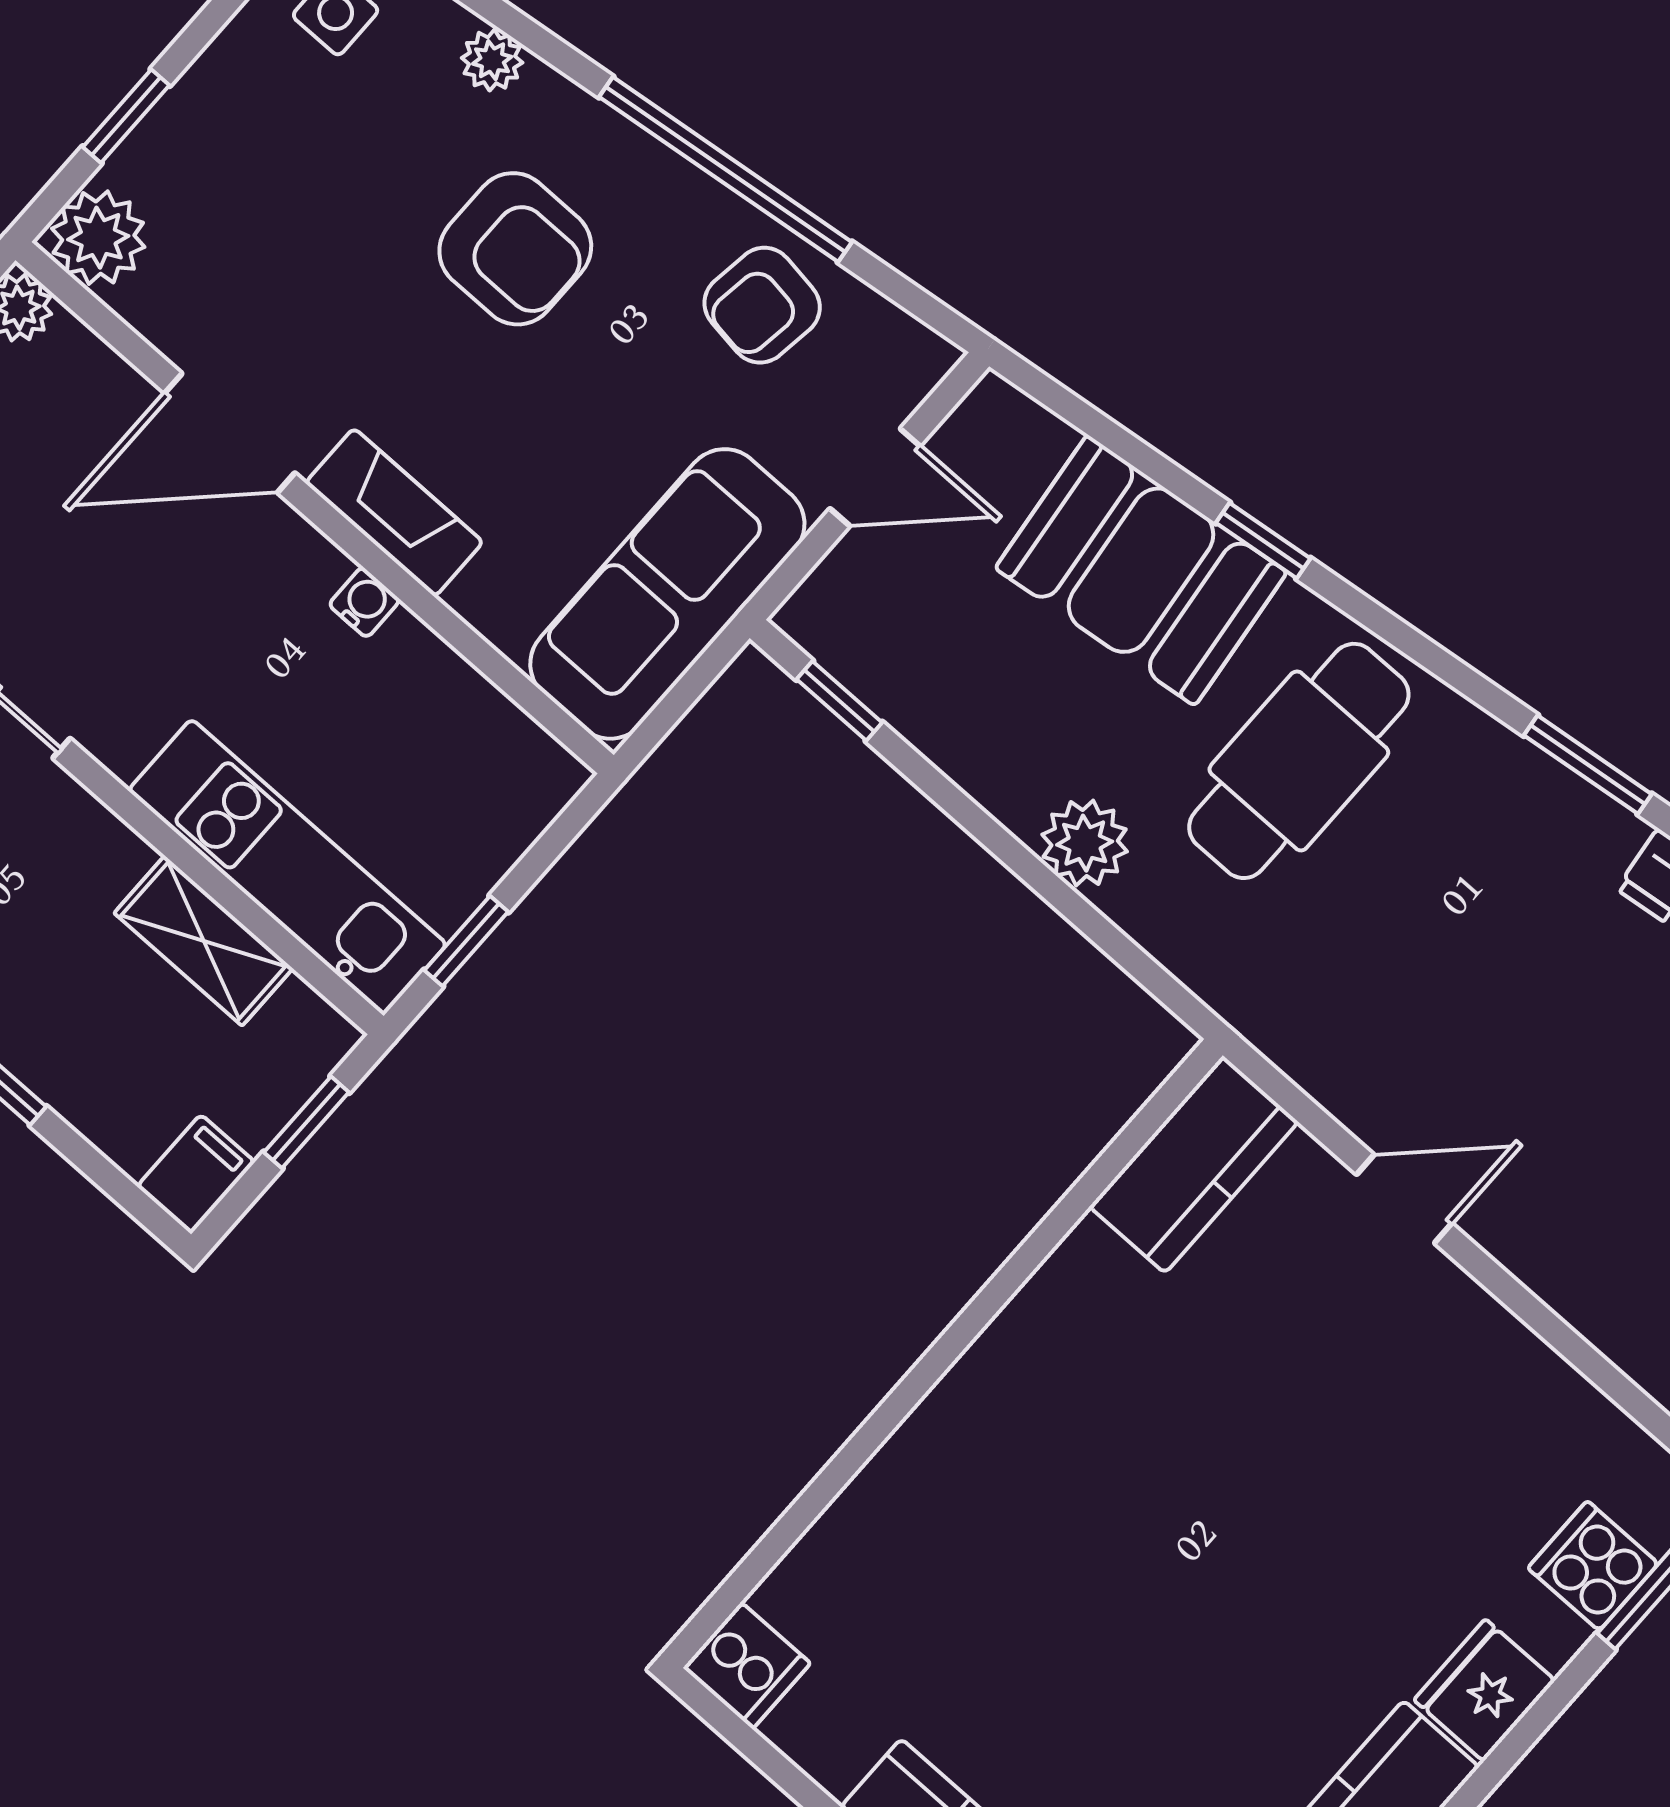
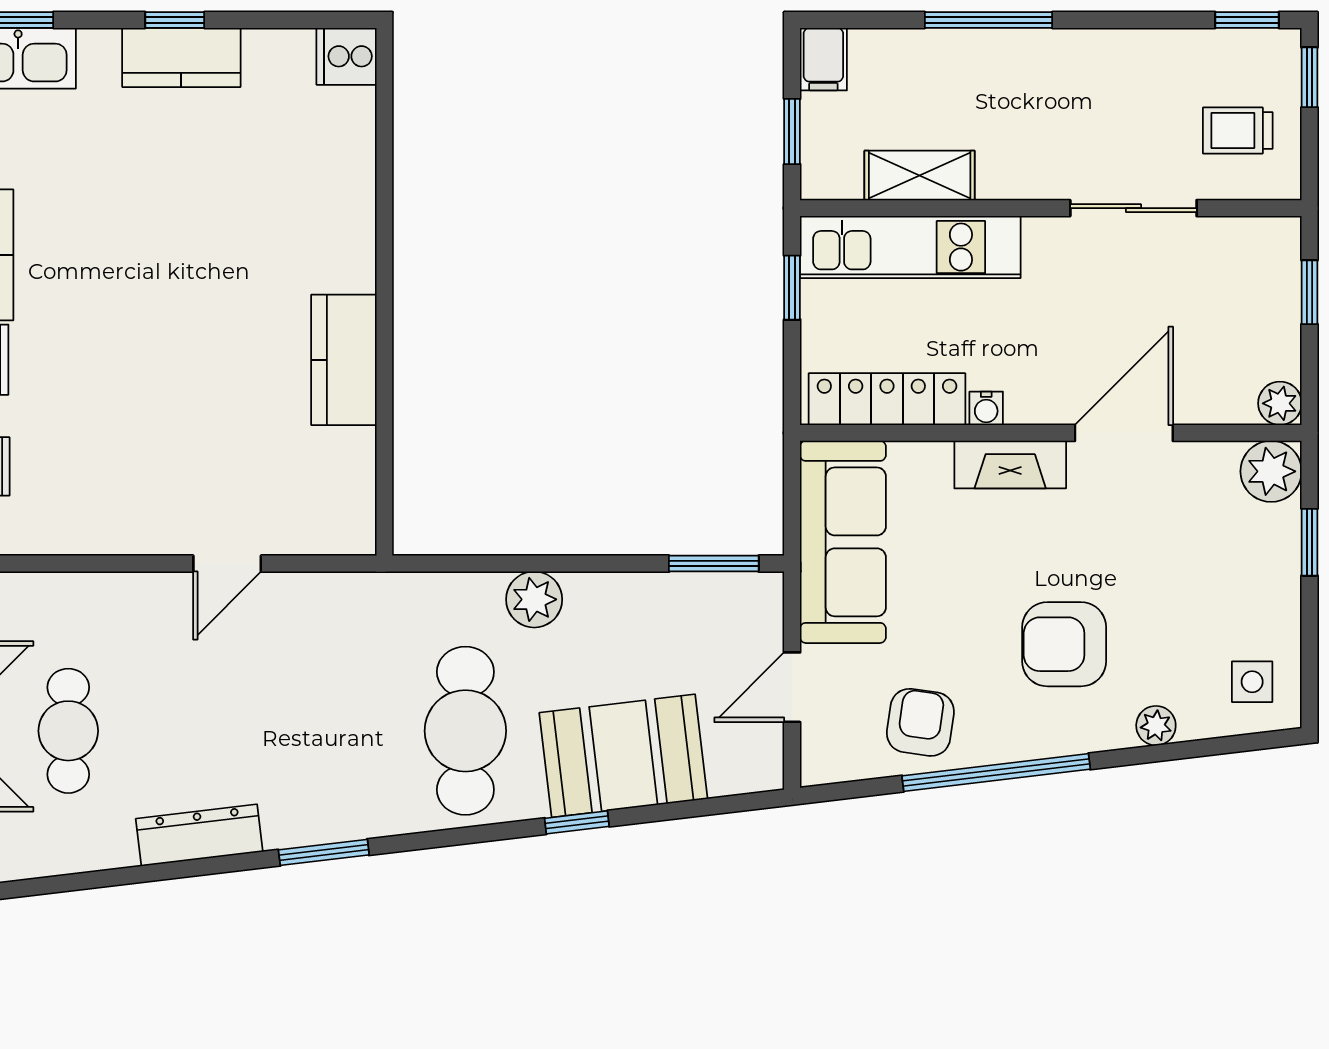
window: (839, 701) -> (714, 564), width x1.50
locker: (470, 715) -> (887, 399), added
kitchen counter: (1194, 1164) -> (344, 360), moved

